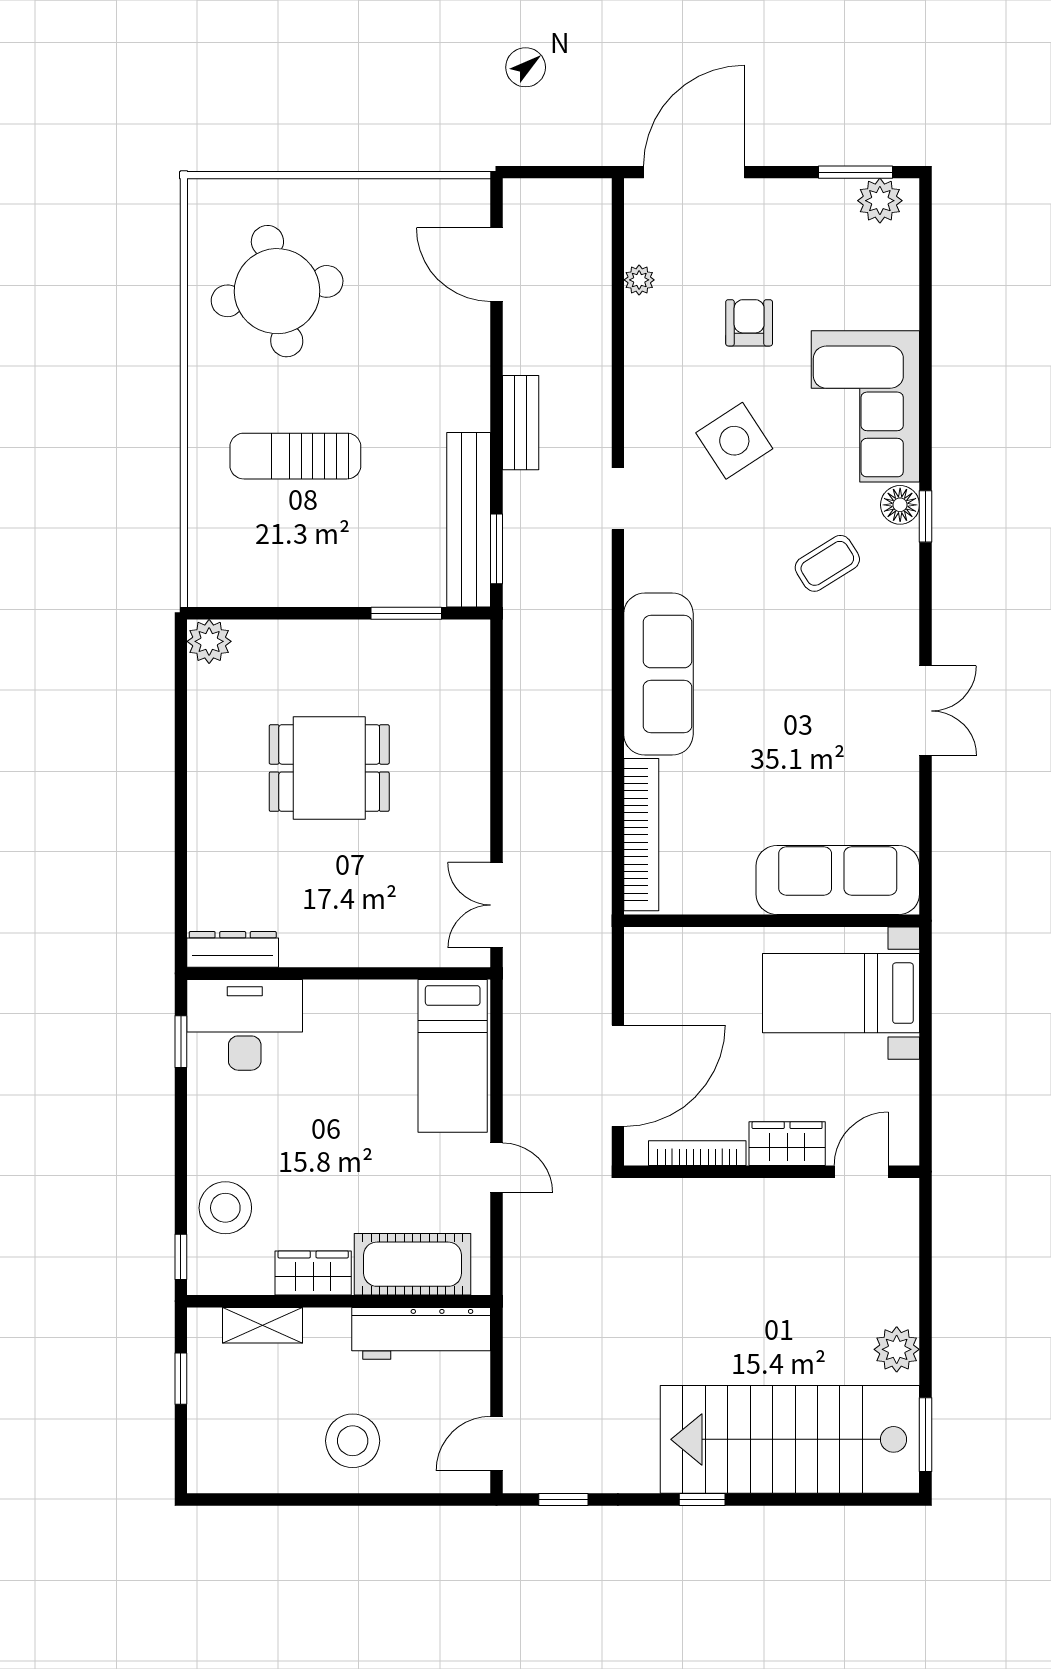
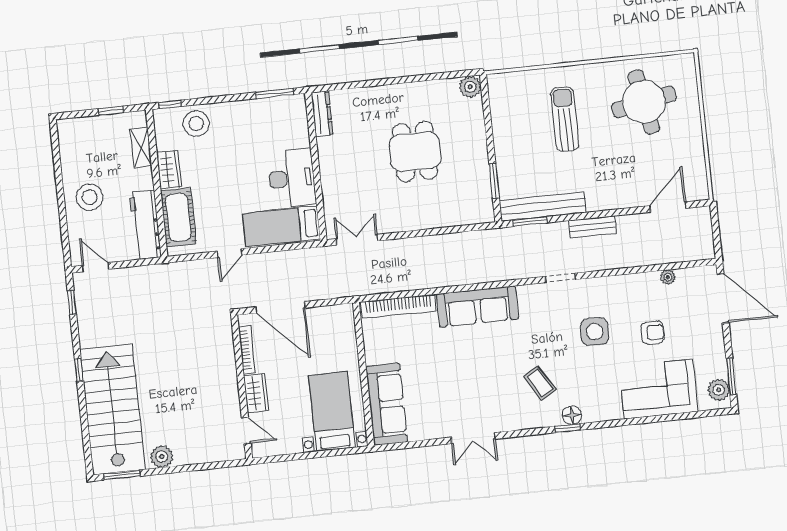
corner sofa: (865, 406) -> (659, 389), moved
side table: (734, 441) -> (595, 331), turned 36
desk: (245, 1025) -> (292, 178), moved
window: (181, 1042) -> (275, 93), width x1.50

